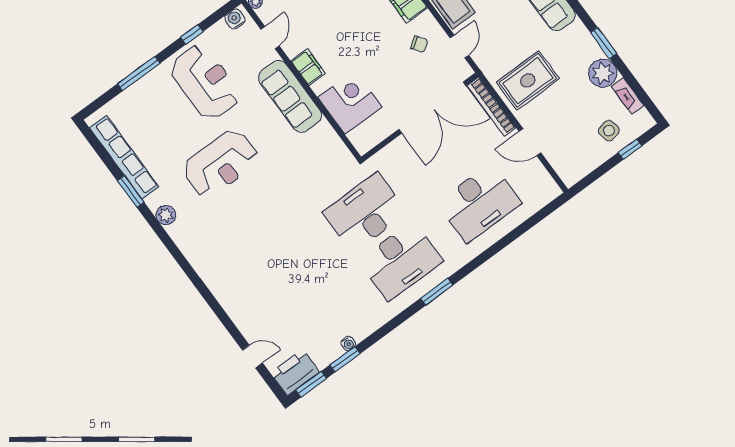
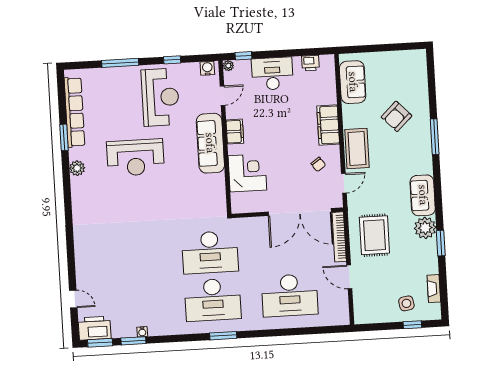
plant: (603, 73) -> (425, 228), moved
rug: (528, 80) -> (374, 235), turned 90
desk: (365, 212) -> (210, 252), turned 180

